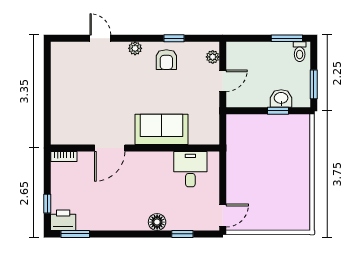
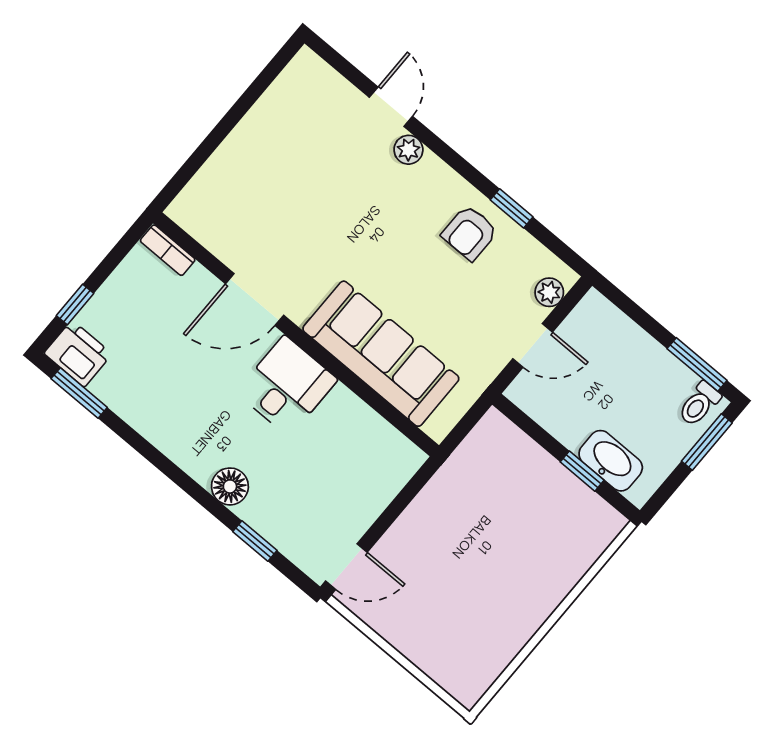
plant: (135, 48) -> (408, 150), moved
window: (314, 84) -> (707, 442), moved
washbasin: (281, 99) -> (611, 461), width x1.38
sofa: (162, 129) -> (381, 354), width x1.36
desk: (190, 169) -> (287, 386), moved

